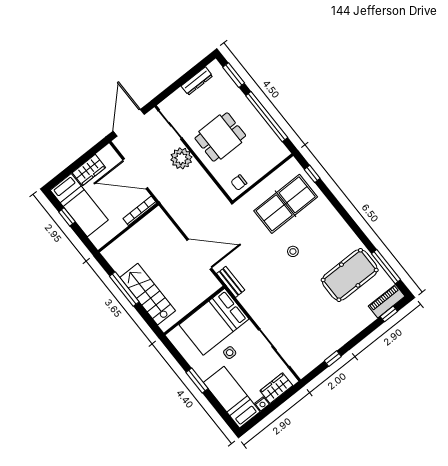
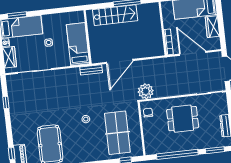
dining table: (220, 137) -> (183, 119), turned 90
plant: (181, 158) -> (146, 91), moved
door: (135, 174) -> (193, 53), hinge flipped
bed: (214, 322) -> (78, 44), width x0.67
window: (197, 380) -> (17, 15), moved

